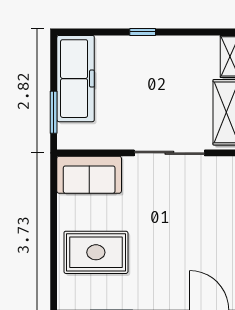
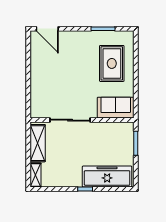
freezer: (76, 79) -> (107, 176), moved, turned 90
rug: (96, 252) -> (112, 63), turned 90

